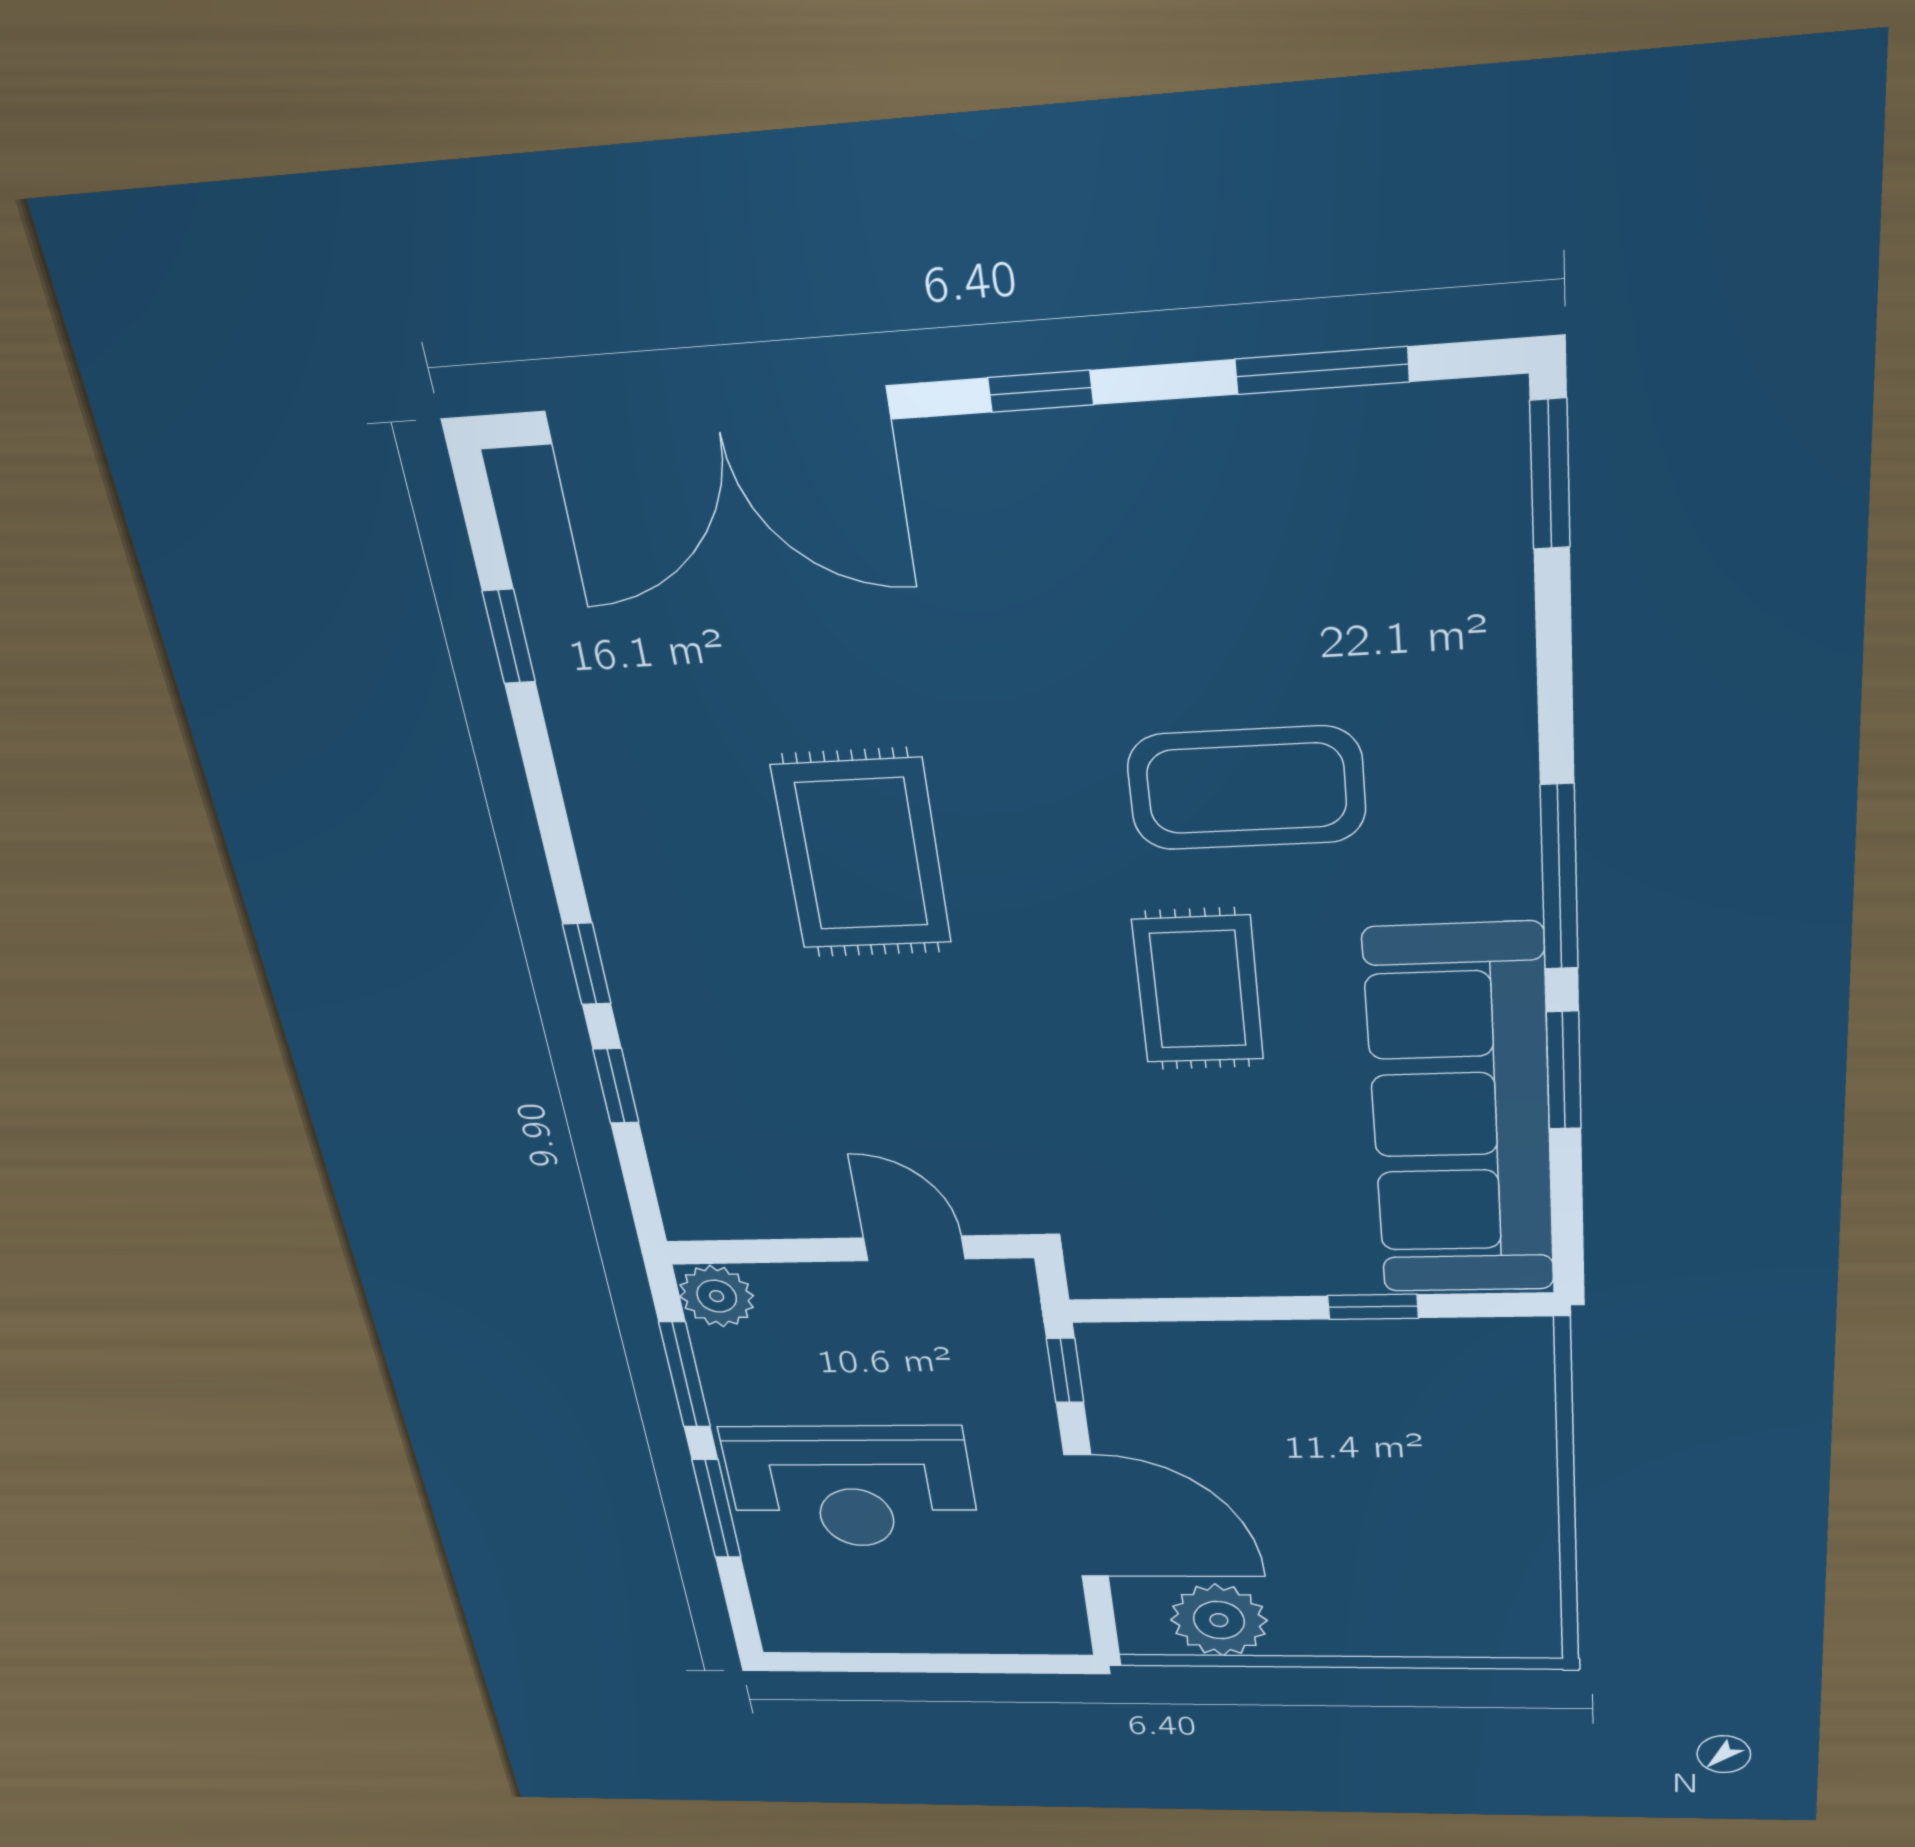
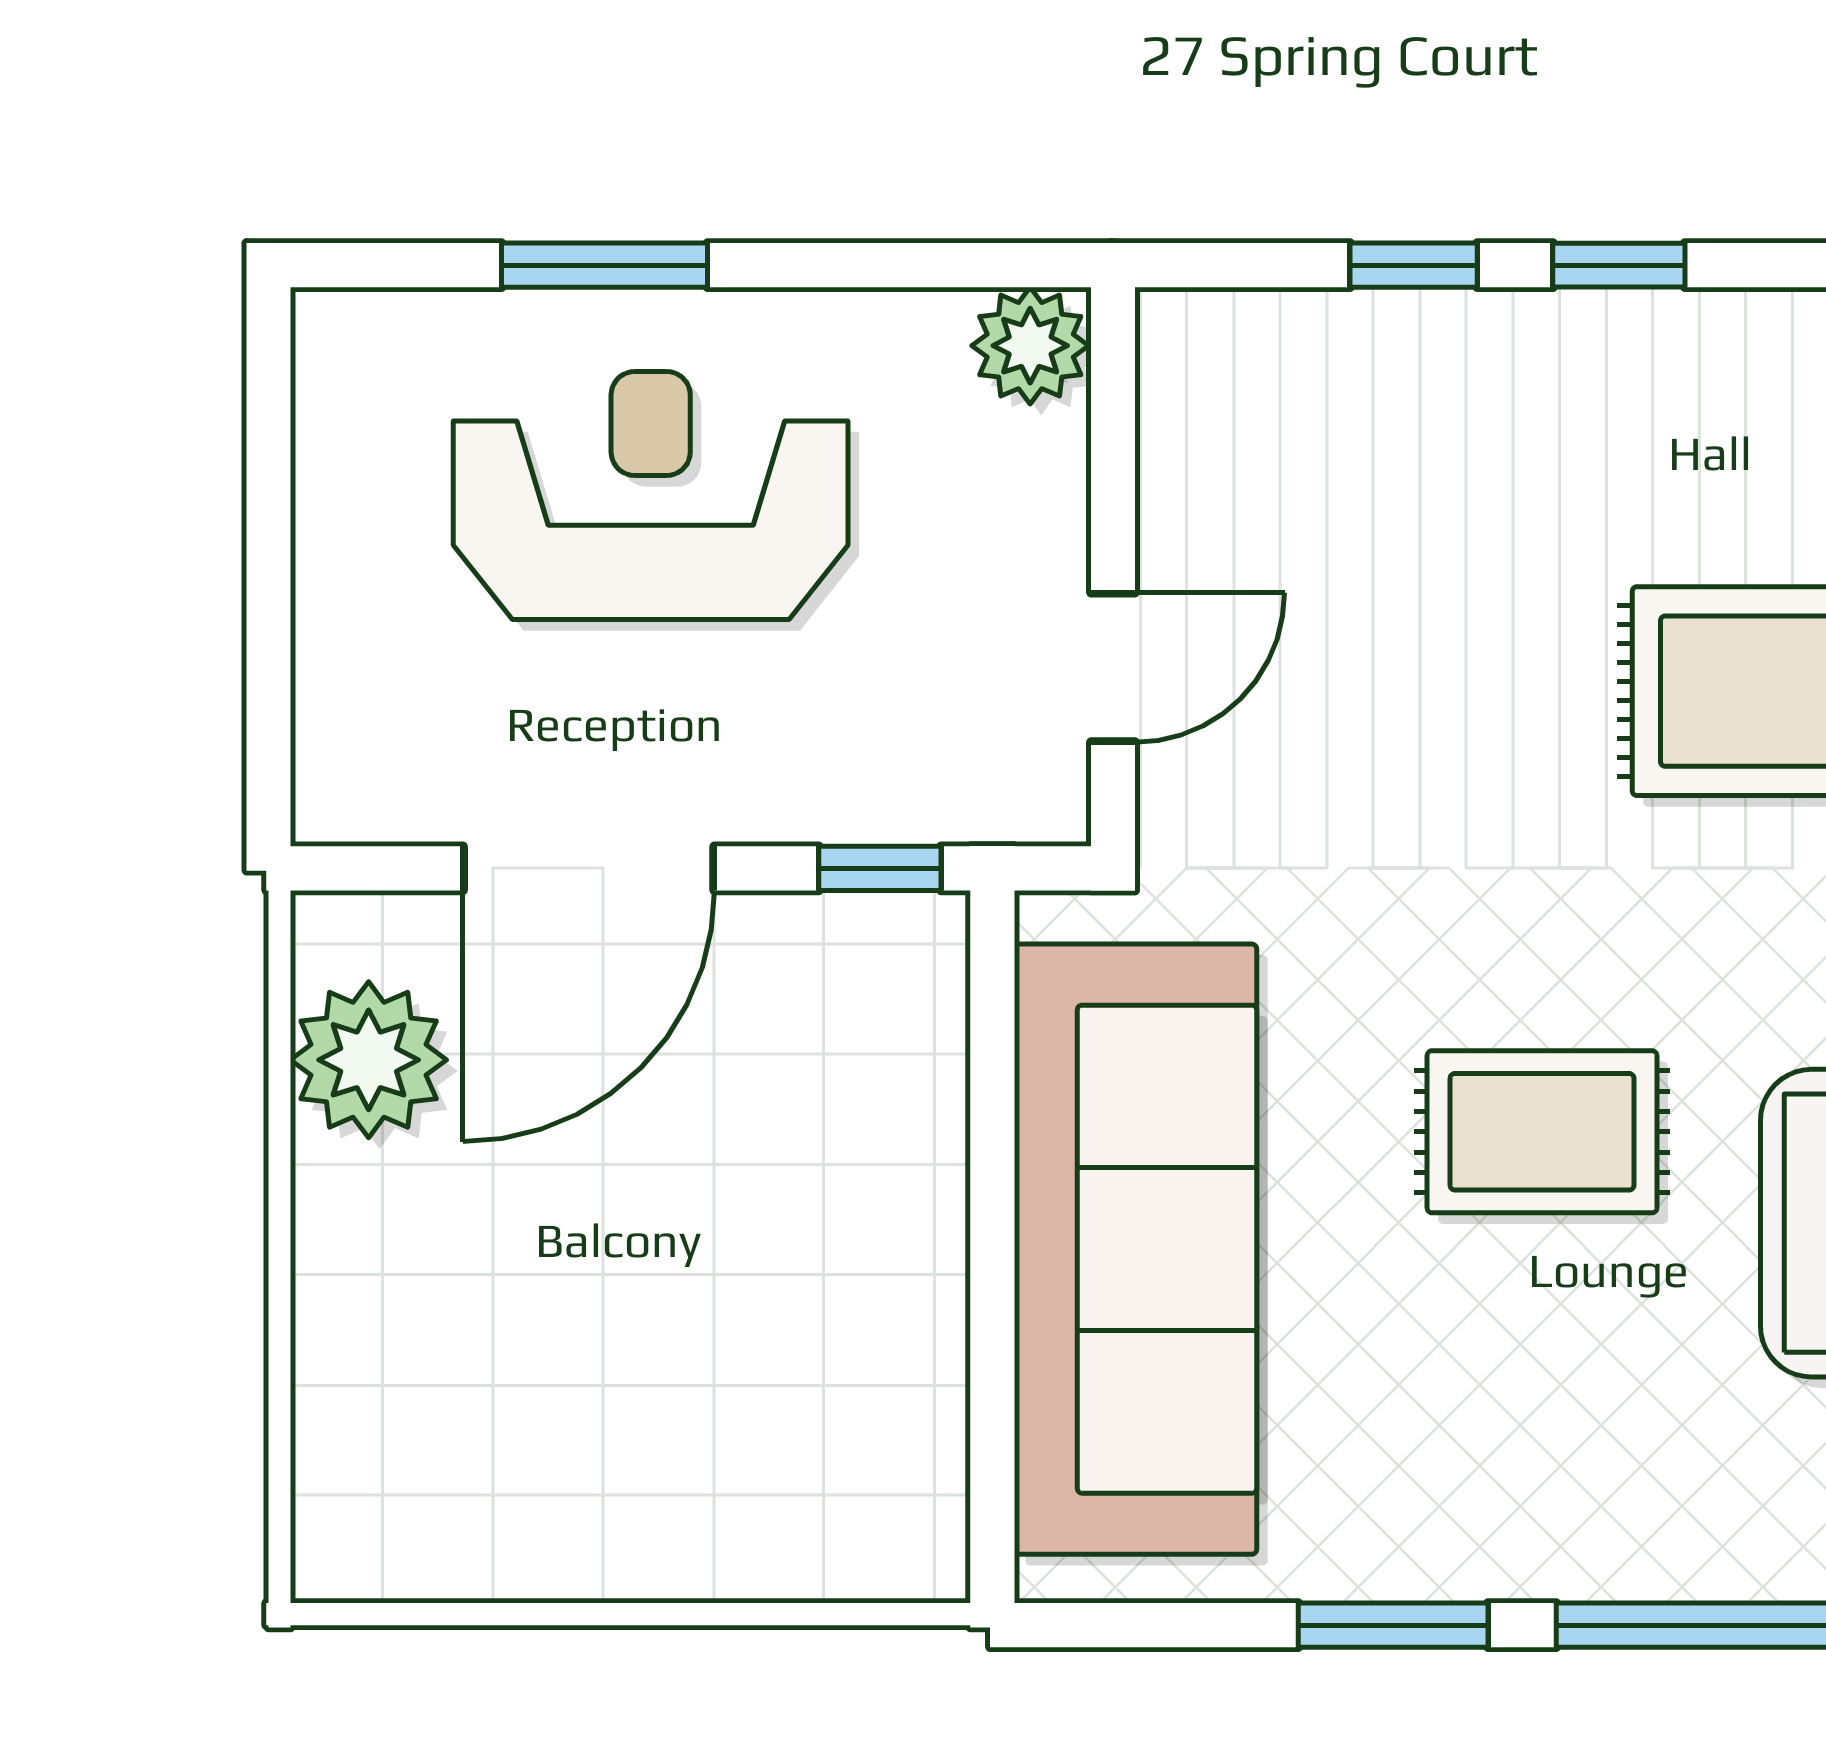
sofa: (1461, 1114) -> (1135, 1249), moved, turned 90
window: (1373, 1307) -> (992, 1341), removed
window: (685, 1375) -> (879, 265), removed
reception desk: (851, 1486) -> (651, 495), turned 90

